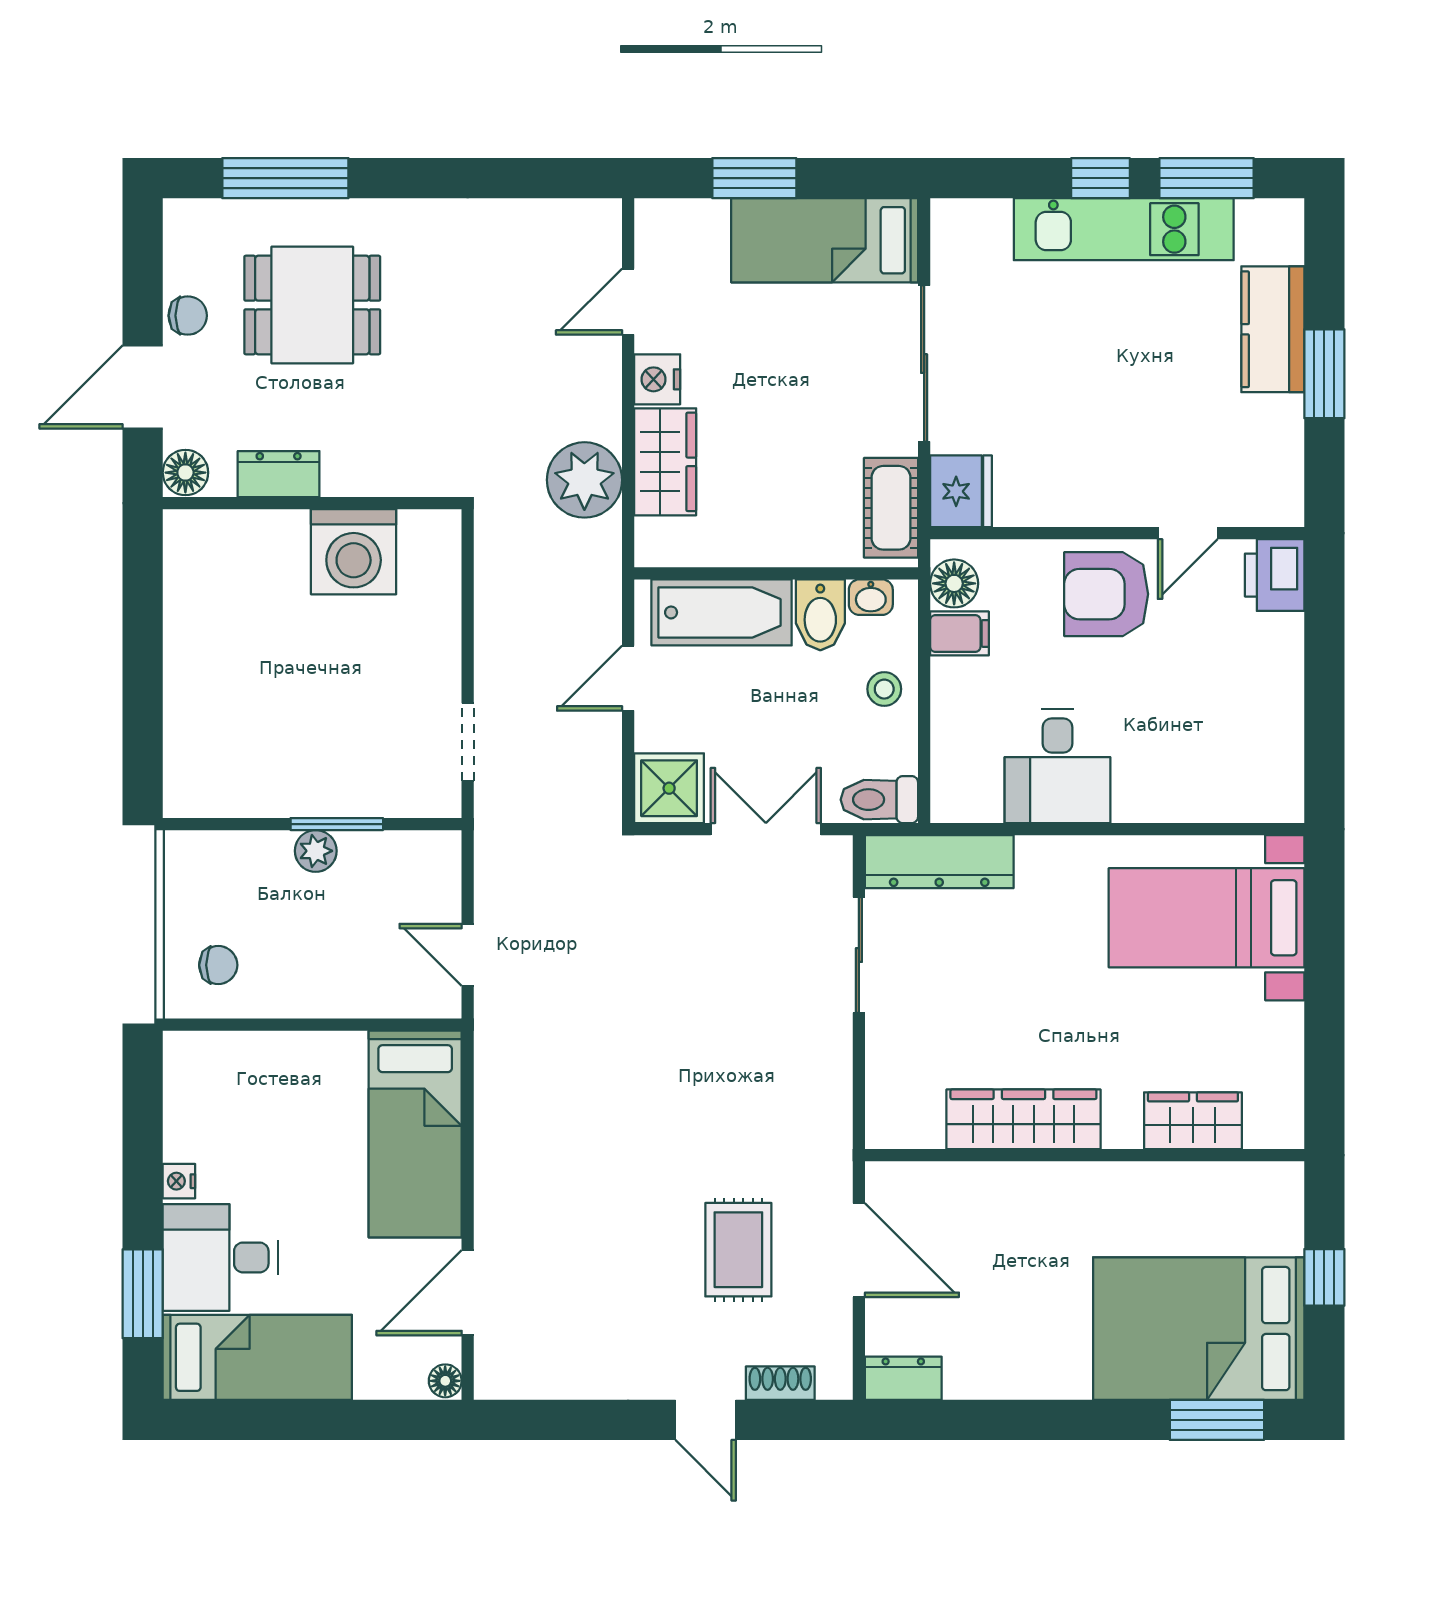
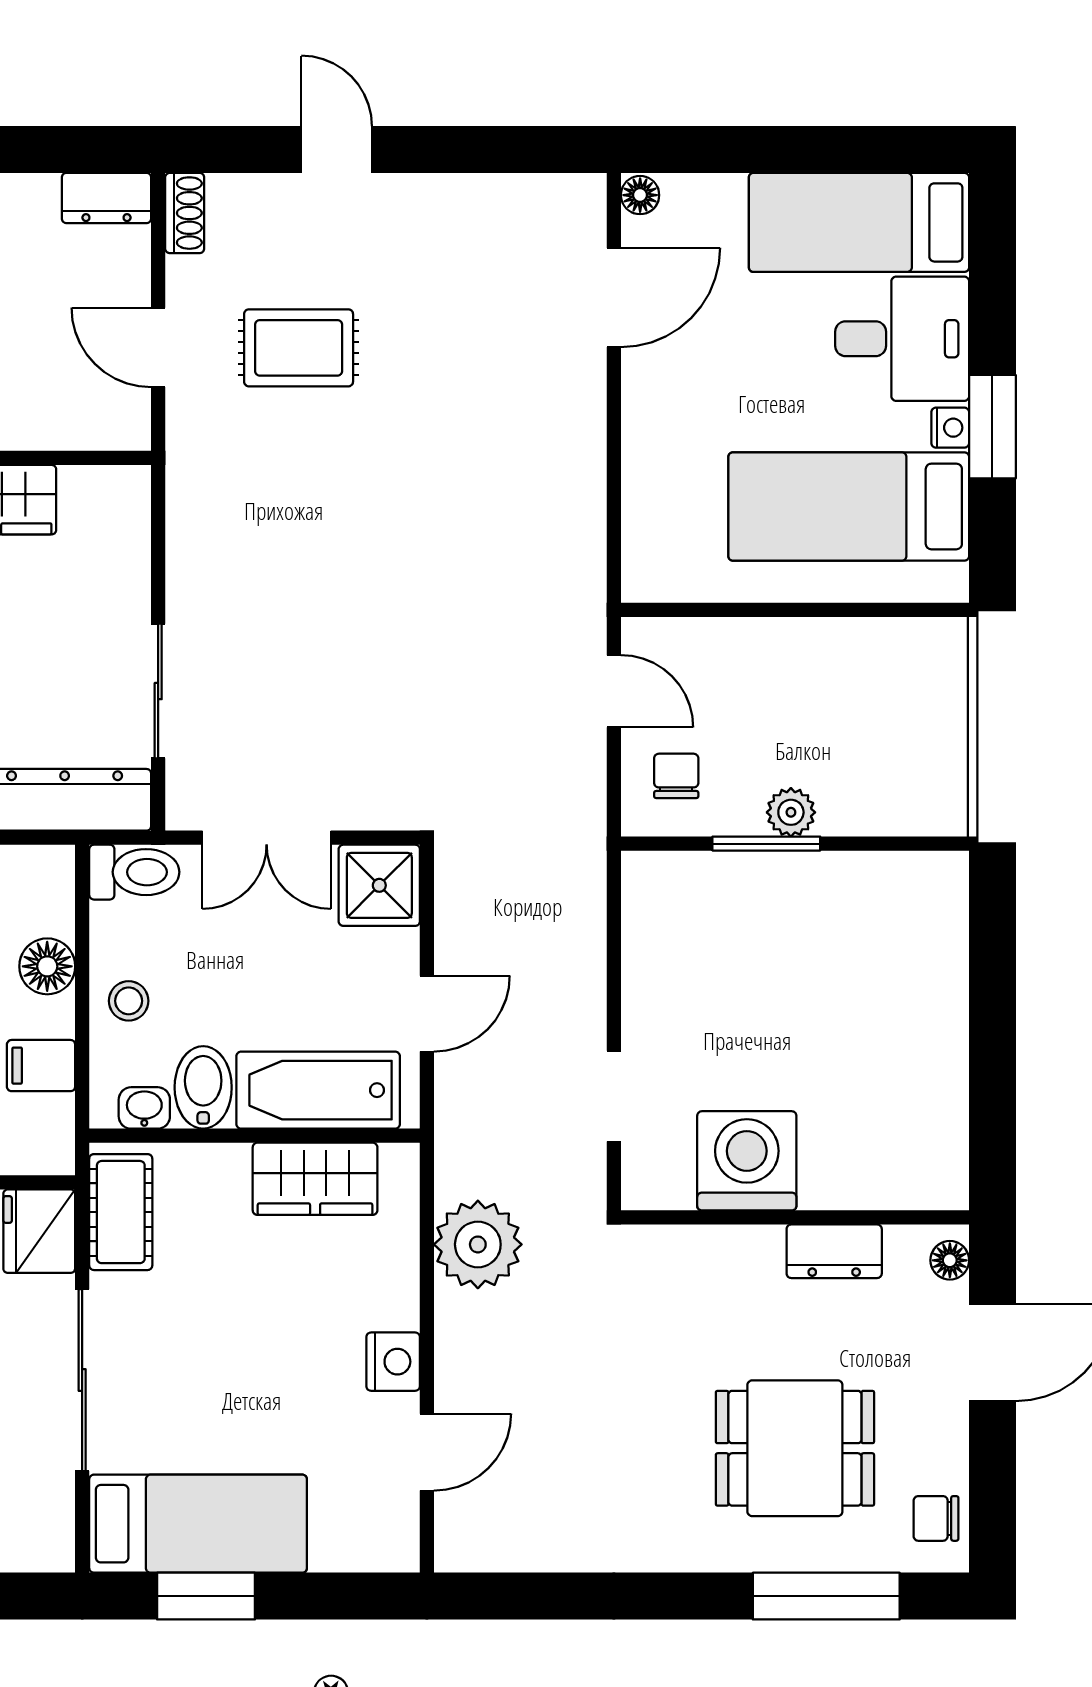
window: (754, 178) -> (206, 1596), moved
chair: (188, 316) -> (936, 1518), moved
wardrobe: (665, 462) -> (315, 1179), moved, turned -90
floor lamp: (185, 473) -> (950, 1260), width x0.73, depth x0.73
floor lamp: (954, 583) -> (47, 966), moved
doorway: (468, 742) -> (614, 1096), moved
chair: (218, 965) -> (676, 776), moved, turned 90
bed: (415, 1134) -> (849, 506), moved, turned -90
rug: (738, 1250) -> (299, 348), turned 90
door: (859, 1250) -> (158, 347), width x0.73
window: (143, 1294) -> (992, 427), moved
shoe rack: (780, 1383) -> (185, 213), moved, turned -90

